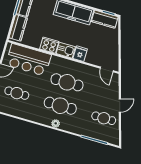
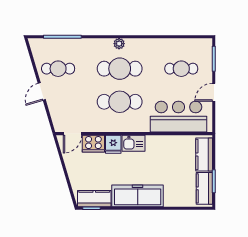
cooker: (49, 45) -> (93, 144), moved
door: (107, 69) -> (73, 134), swing flipped

